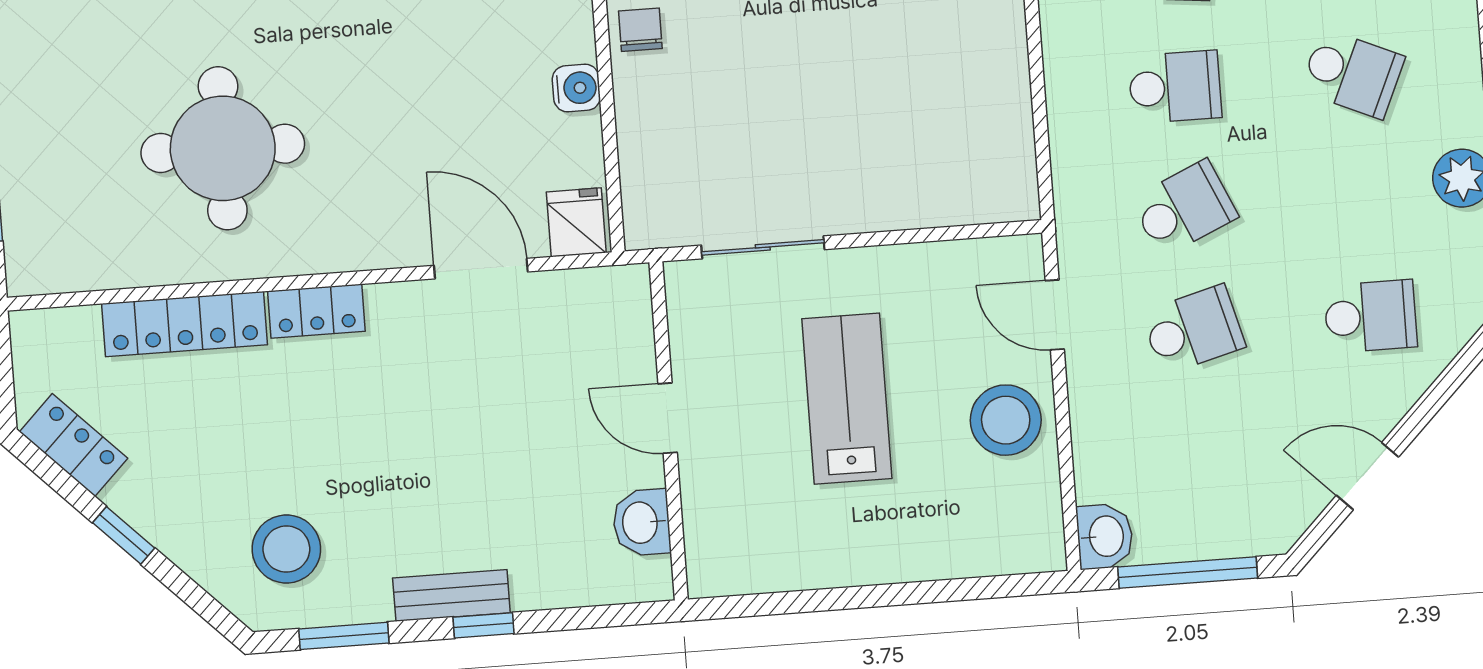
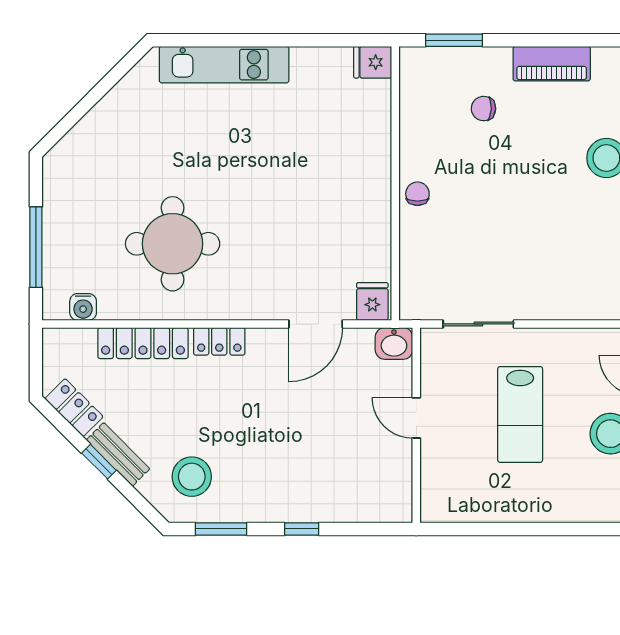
water cooler: (576, 88) -> (83, 307), moved, turned 90
door: (481, 269) -> (316, 324), swing flipped
lab bench: (847, 399) -> (520, 414), turned 180
washbasin: (642, 523) -> (394, 343), moved, turned -90
bench: (451, 595) -> (118, 454), moved, turned 45

